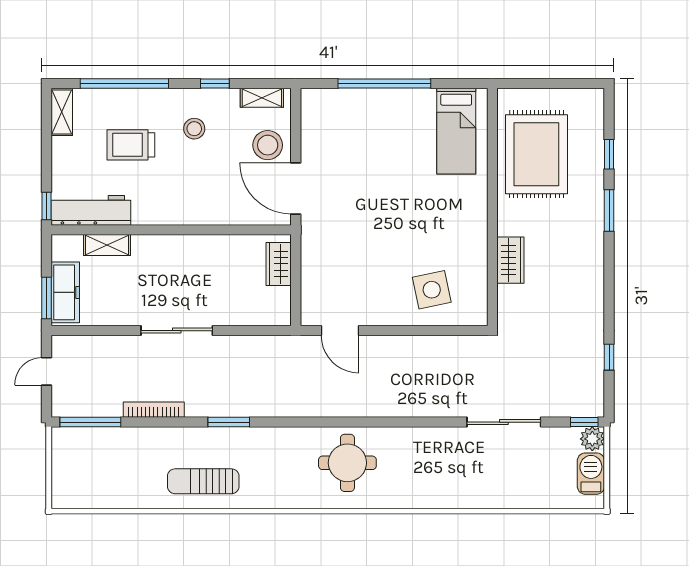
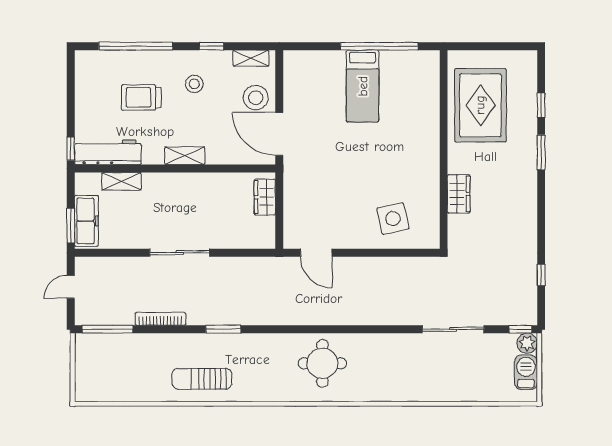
window: (384, 84) -> (379, 46), moved
shelving: (62, 112) -> (185, 156), moved, turned 90
bed: (456, 131) -> (363, 86), moved

